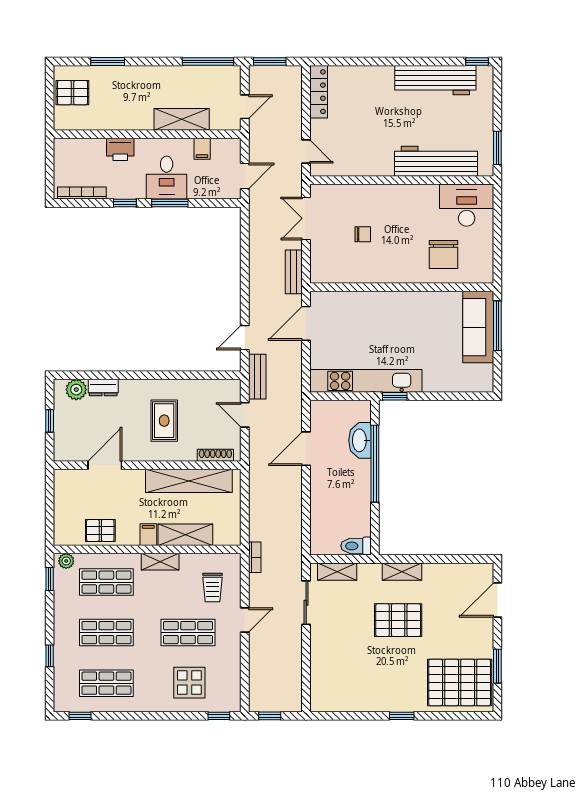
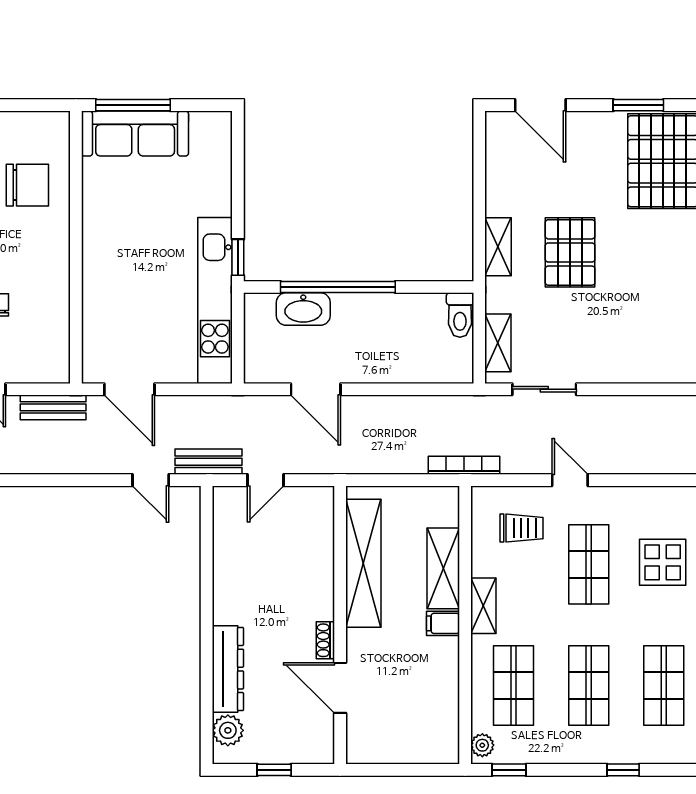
dresser: (103, 387) -> (228, 669), width x1.96, depth x1.24
rug: (164, 421) -> (274, 600), removed
shoe rack: (215, 455) -> (325, 640), moved, width x0.70
pallet: (100, 530) -> (437, 695), removed
bookcase: (255, 557) -> (464, 465), width x1.56

